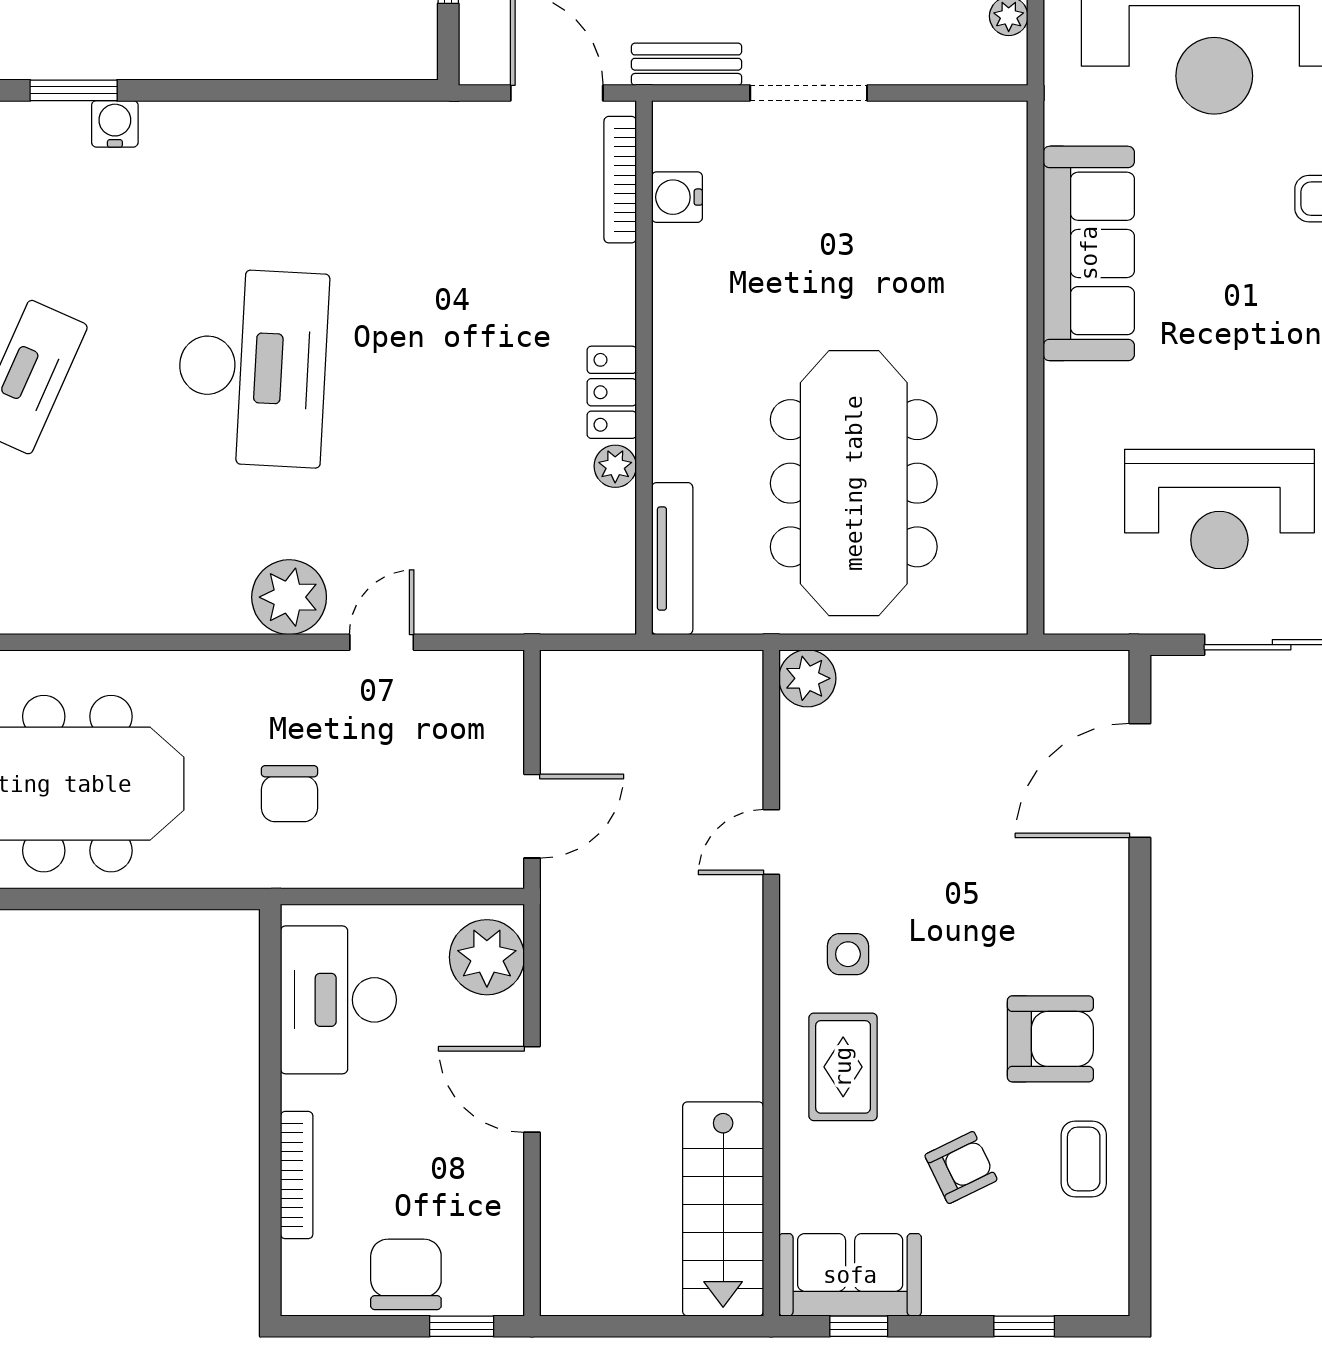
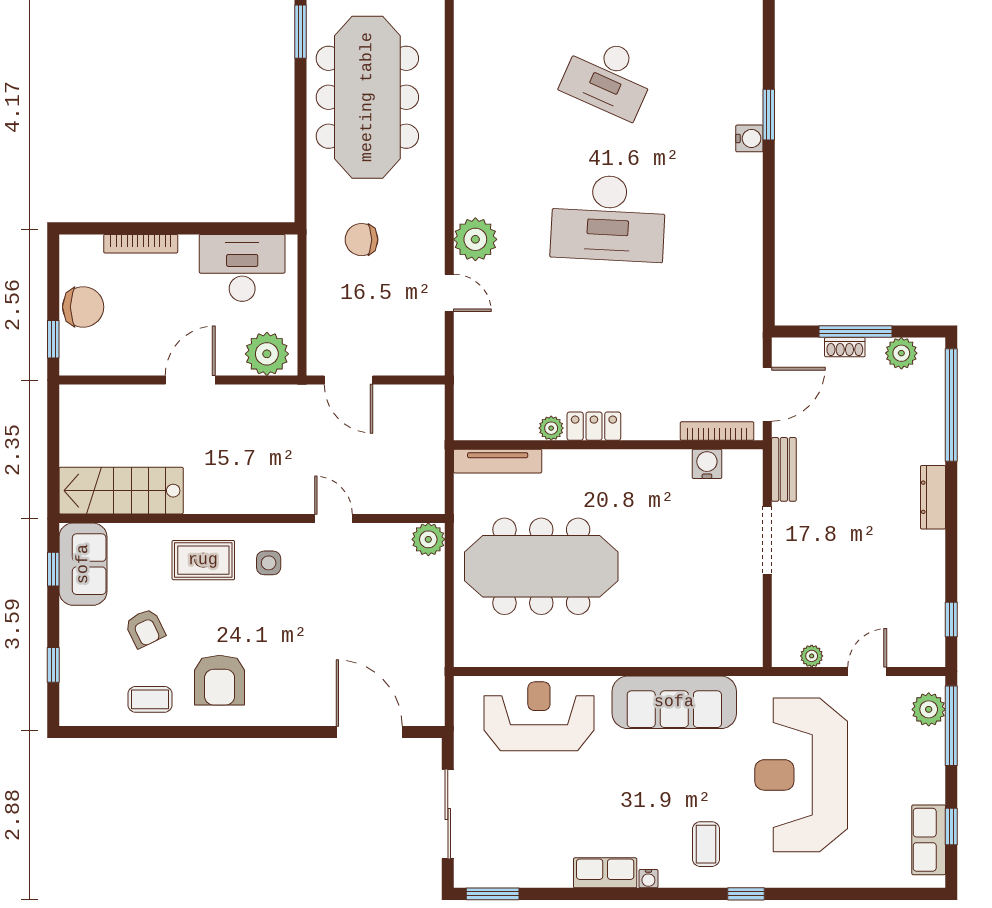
reception desk: (1219, 509) -> (539, 716), moved, turned 90

